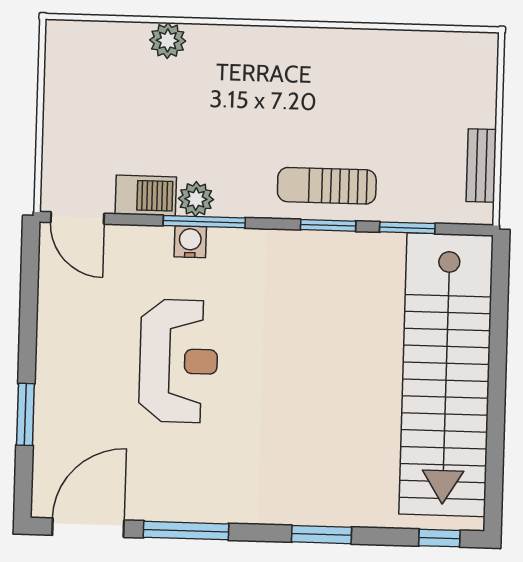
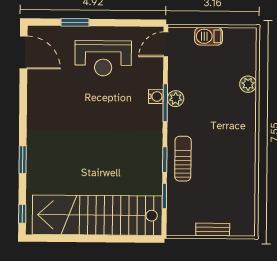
bench: (481, 165) -> (213, 230), moved
barbecue: (146, 195) -> (209, 36), moved, turned 90
reception desk: (179, 361) -> (103, 58), moved
window: (186, 531) -> (23, 97), removed

